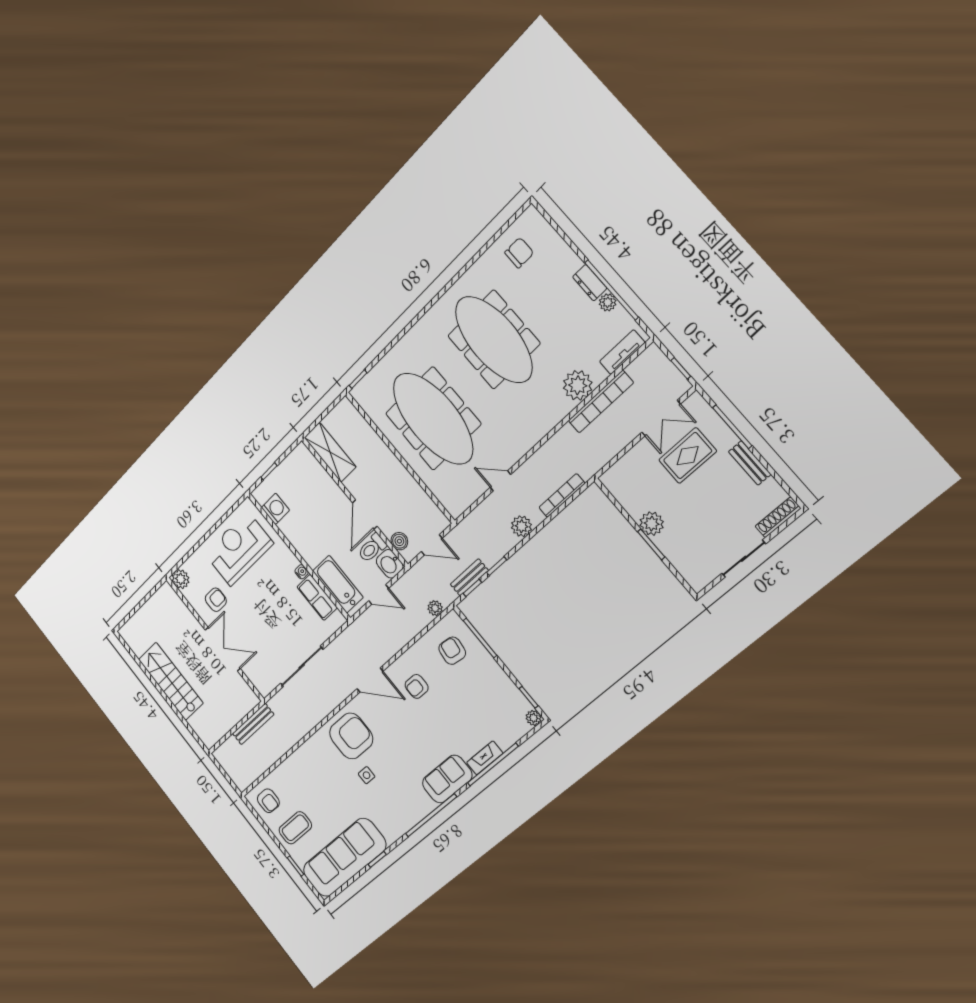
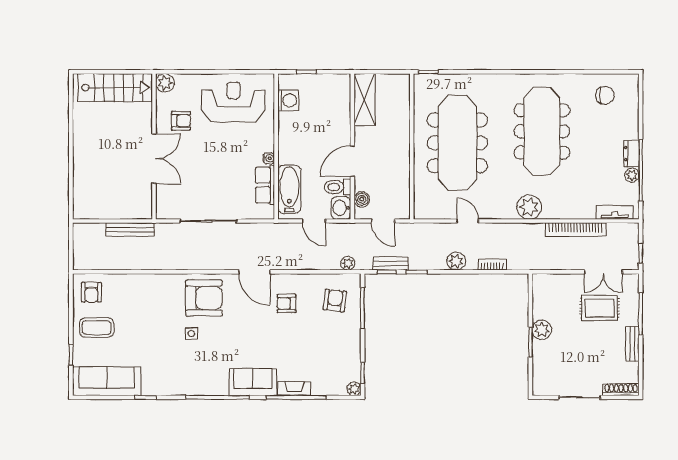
plant: (578, 385) -> (529, 207), moved
bookcase: (562, 495) -> (492, 265), width x0.64
stairs: (171, 681) -> (115, 88), moved, turned 90
sofa: (344, 858) -> (107, 381), width x0.74, depth x0.79

